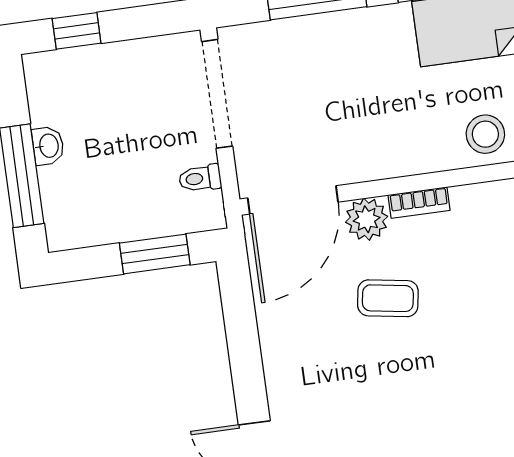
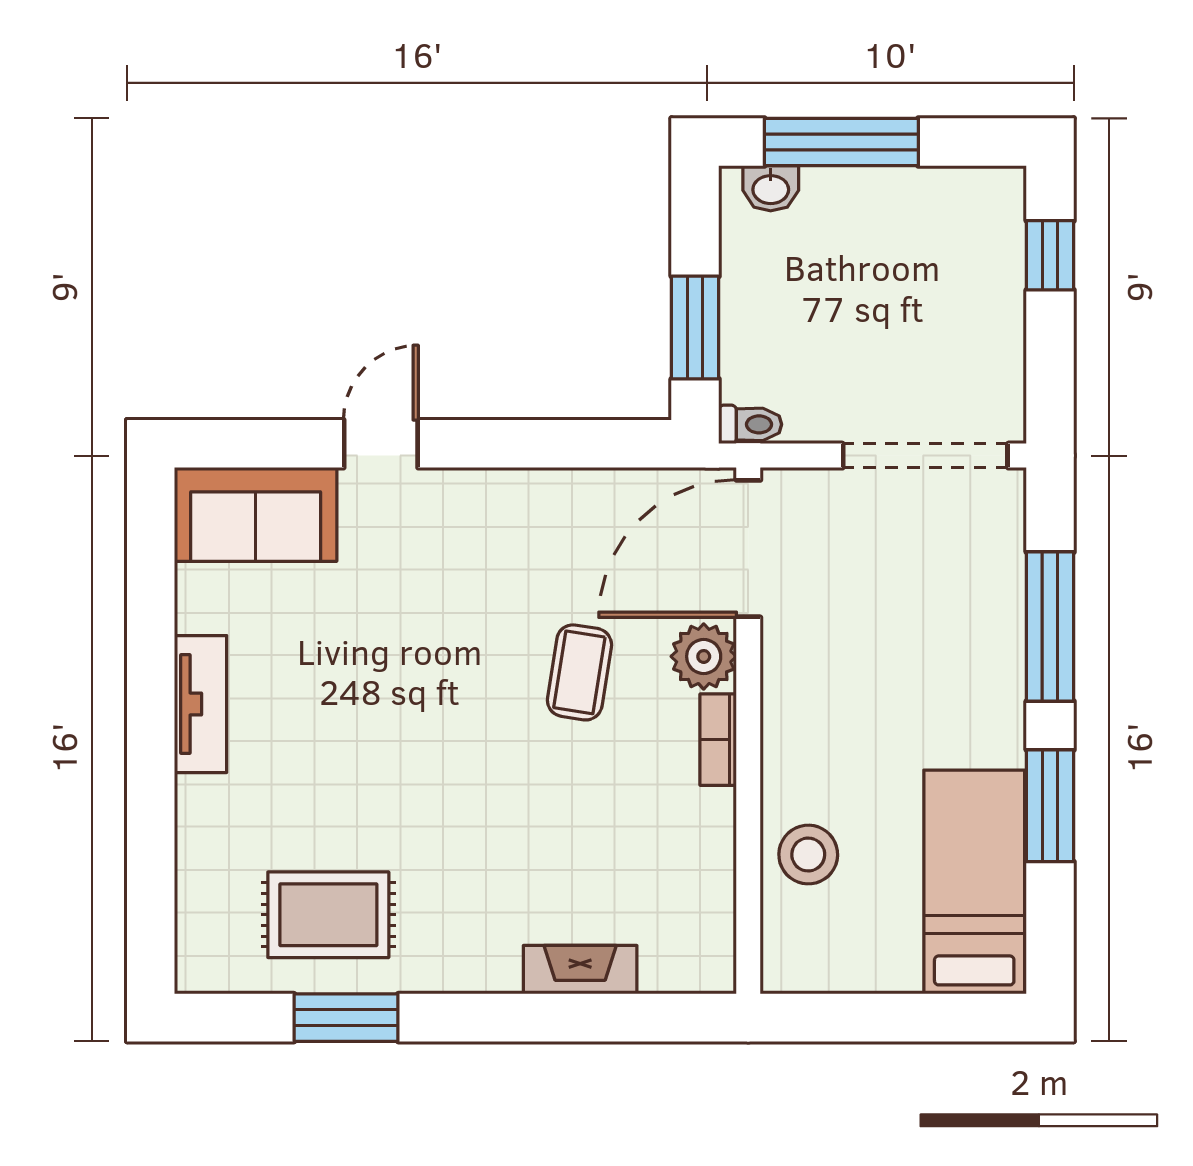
washbasin: (48, 146) -> (771, 188), moved
toilet: (200, 178) -> (750, 424), moved, turned 90
door: (293, 200) -> (748, 549), hinge flipped

